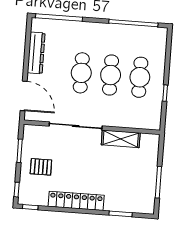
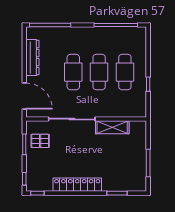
pallet: (41, 167) -> (40, 141), moved

